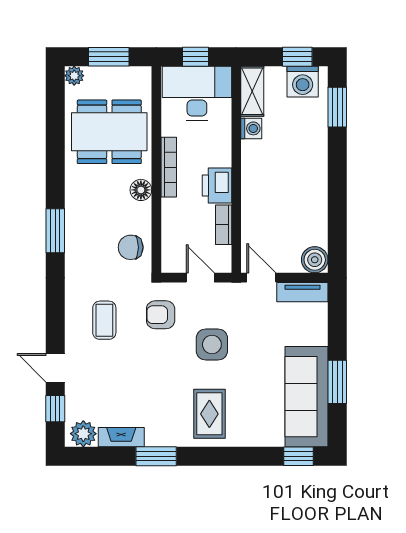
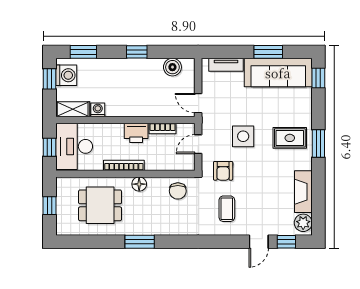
window: (109, 57) -> (49, 206), width x0.67
plant: (74, 76) -> (62, 229), removed
dining table: (109, 132) -> (100, 205), width x0.73
window: (337, 186) -> (137, 52), added
window: (55, 231) -> (140, 242), moved
boiler: (315, 260) -> (172, 67), moved
door: (261, 278) -> (198, 103), hinge flipped
tv unit: (302, 292) -> (226, 65), moved, turned 90
coffee table: (104, 320) -> (227, 209), turned 90
fireplace: (121, 437) -> (303, 192), width x1.37, depth x1.32
window: (156, 456) -> (318, 144), moved

